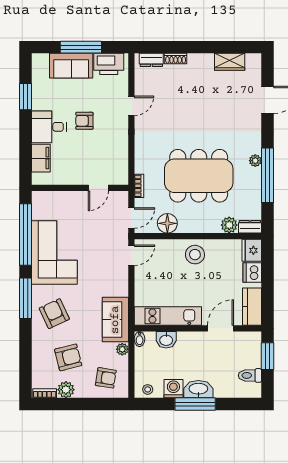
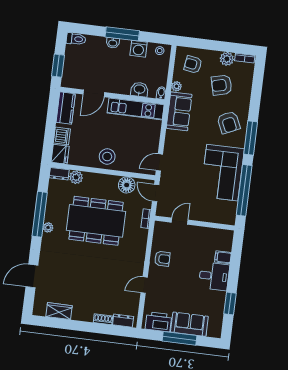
armchair: (84, 121) -> (162, 259), moved
filing cabinet: (41, 158) -> (223, 257), width x0.50
door: (131, 218) -> (156, 193), hinge flipped
toilet: (250, 375) -> (76, 39), moved
washbasin: (198, 389) -> (113, 43), width x0.52, depth x0.69

